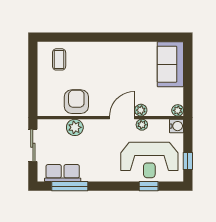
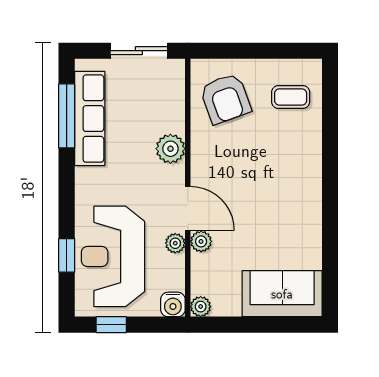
armchair: (76, 102) -> (225, 99), moved, turned 70
plant: (75, 127) -> (170, 149), moved
row of seats: (63, 173) -> (90, 119), width x1.48

